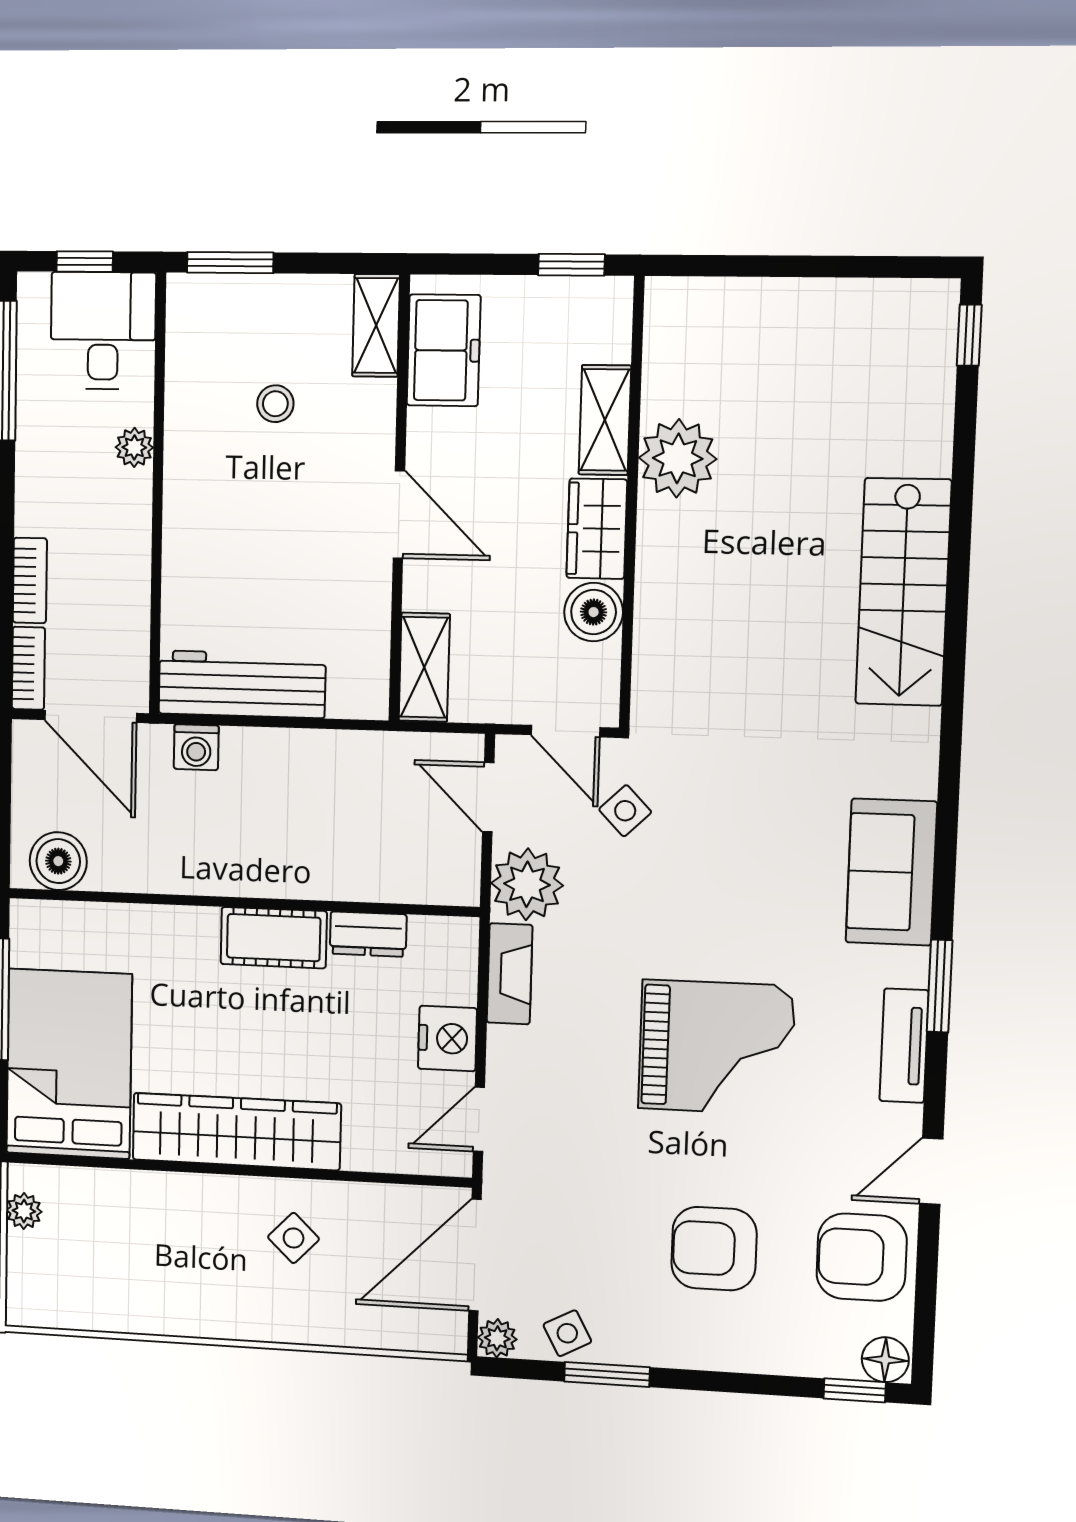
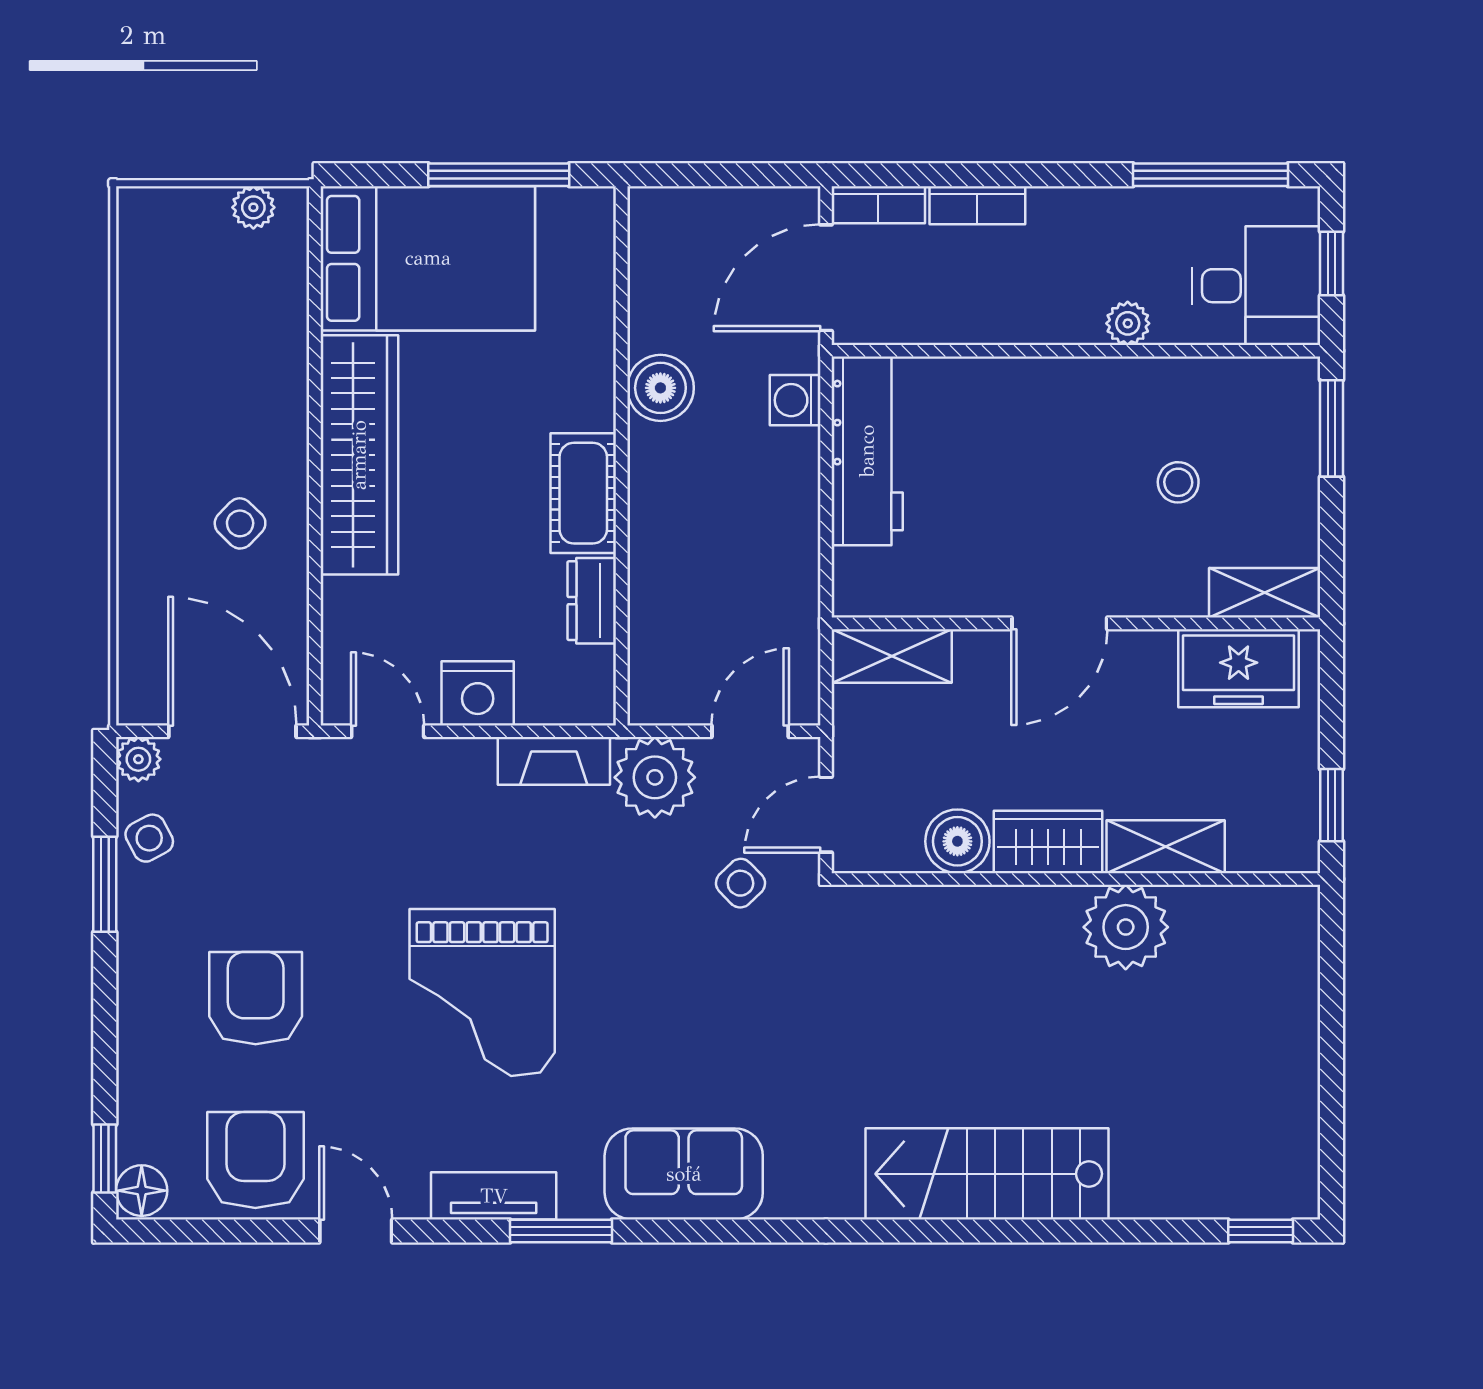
boiler: (58, 861) -> (660, 388), moved

